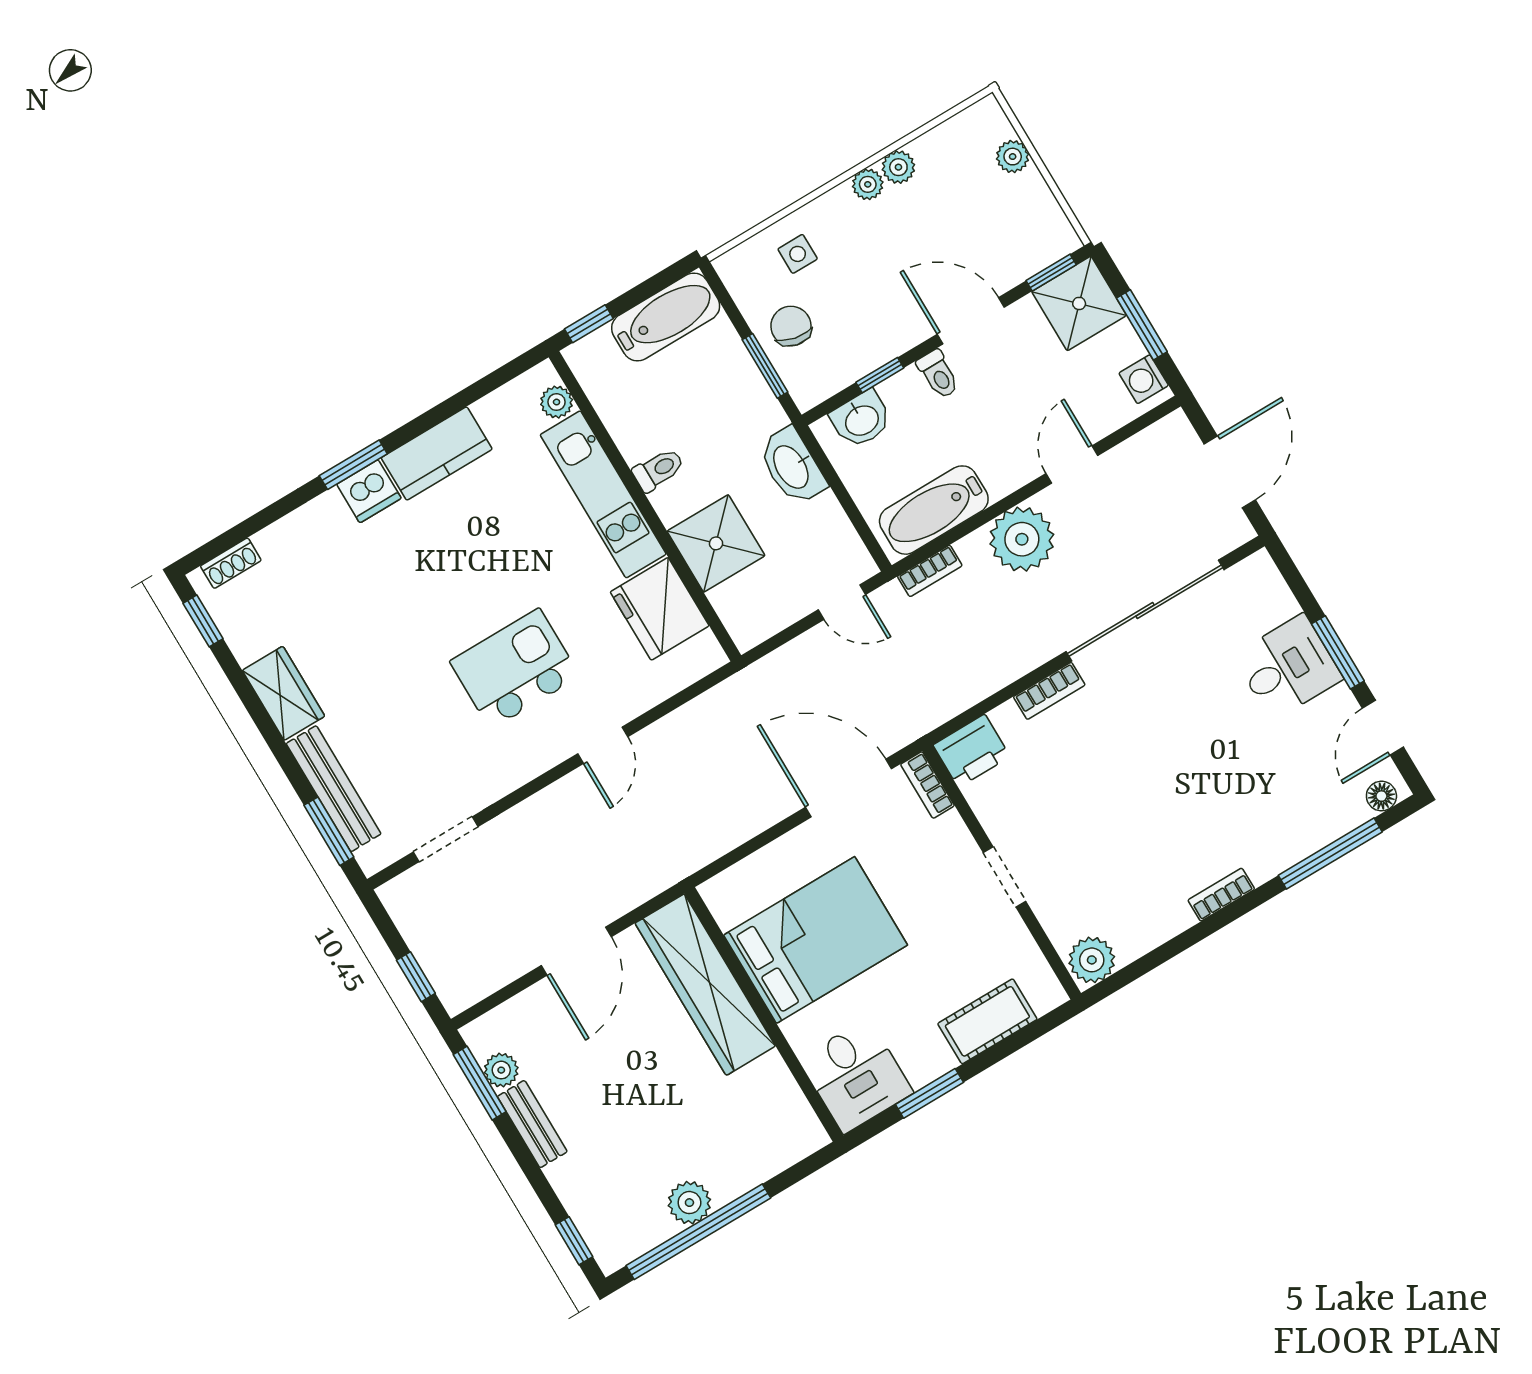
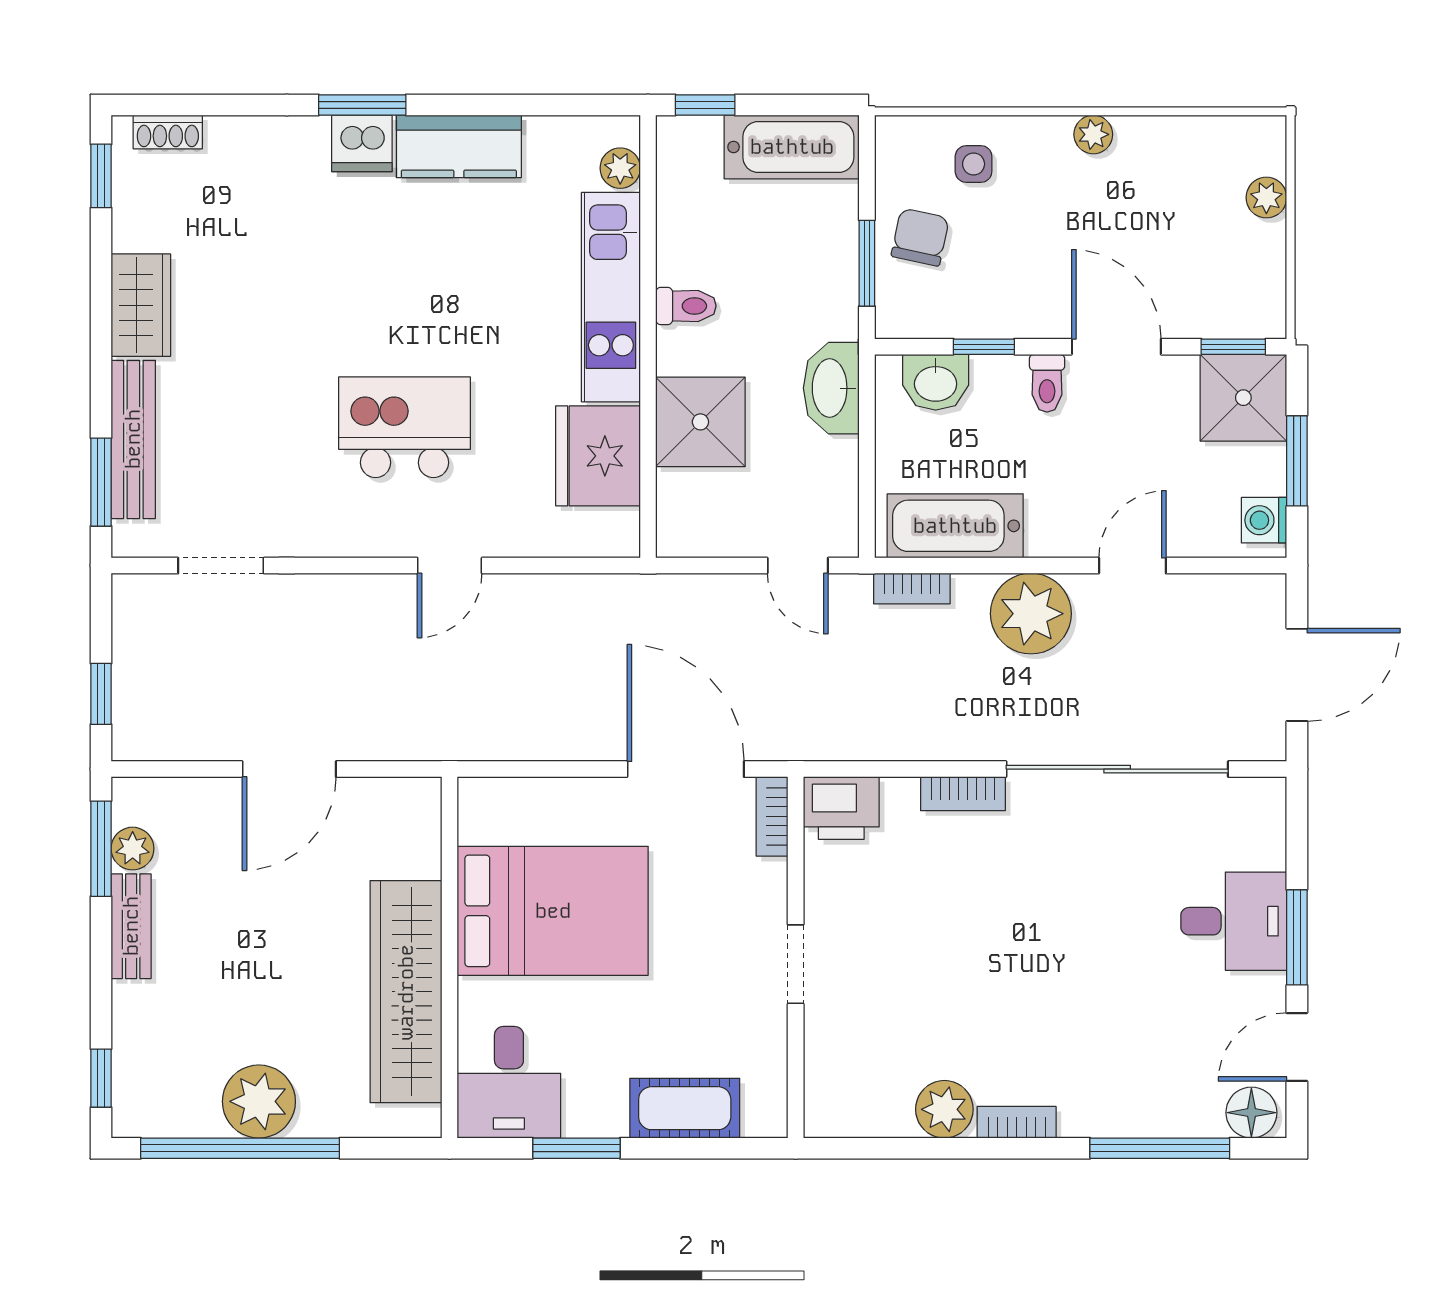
plant: (898, 167) -> (1137, 136), removed
floor lamp: (1381, 796) -> (1251, 1113), width x1.37, depth x1.37
plant: (1092, 960) -> (944, 1109), moved
wardrobe: (705, 985) -> (406, 992), moved
plant: (689, 1203) -> (259, 1101), width x1.36, depth x1.36

